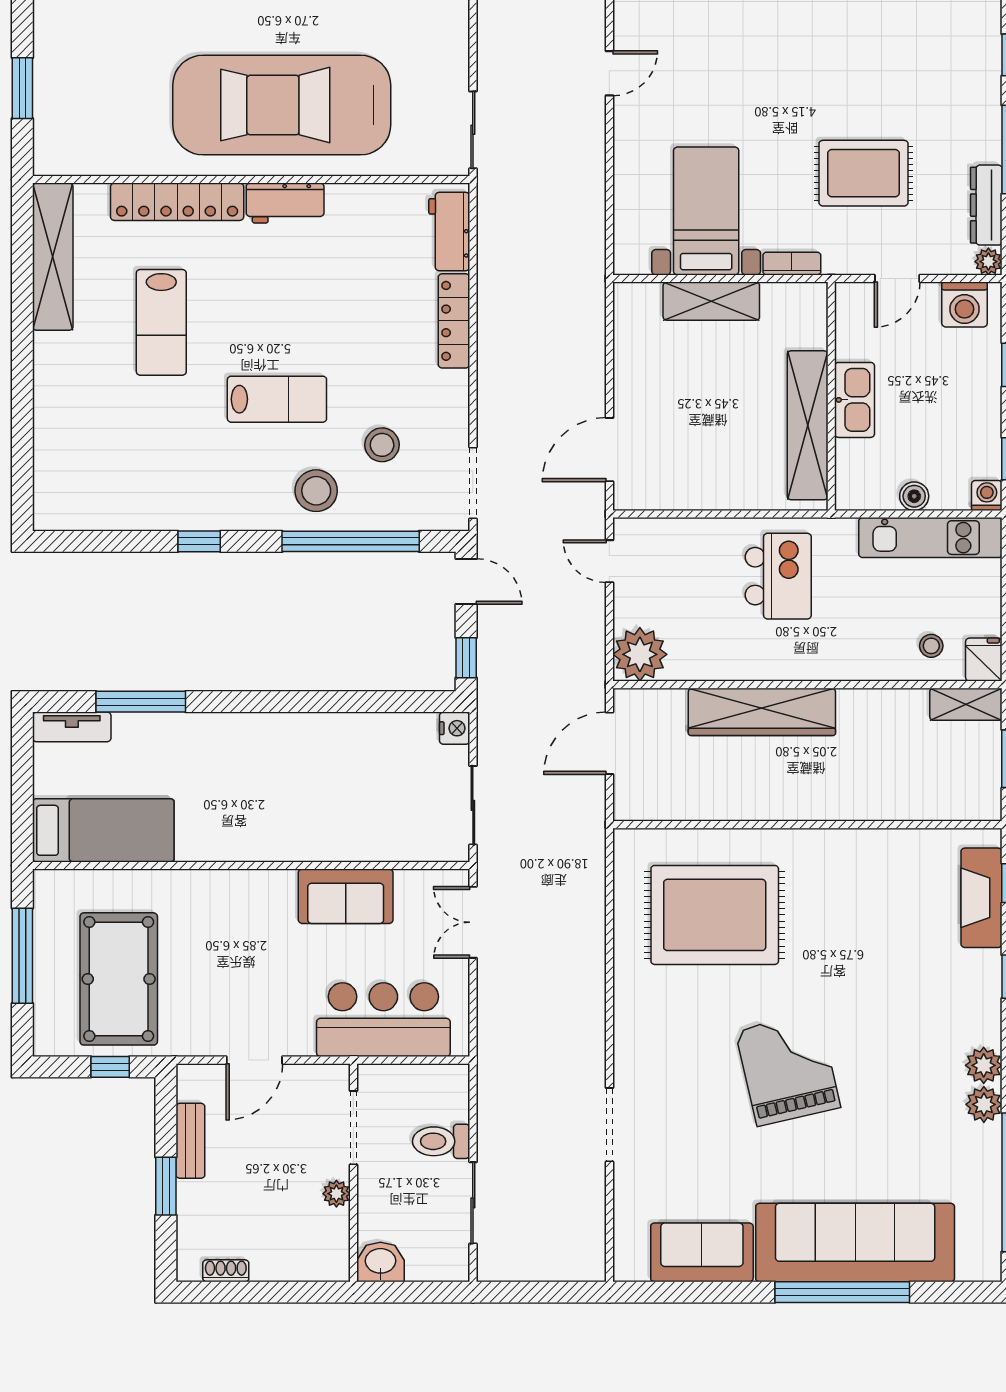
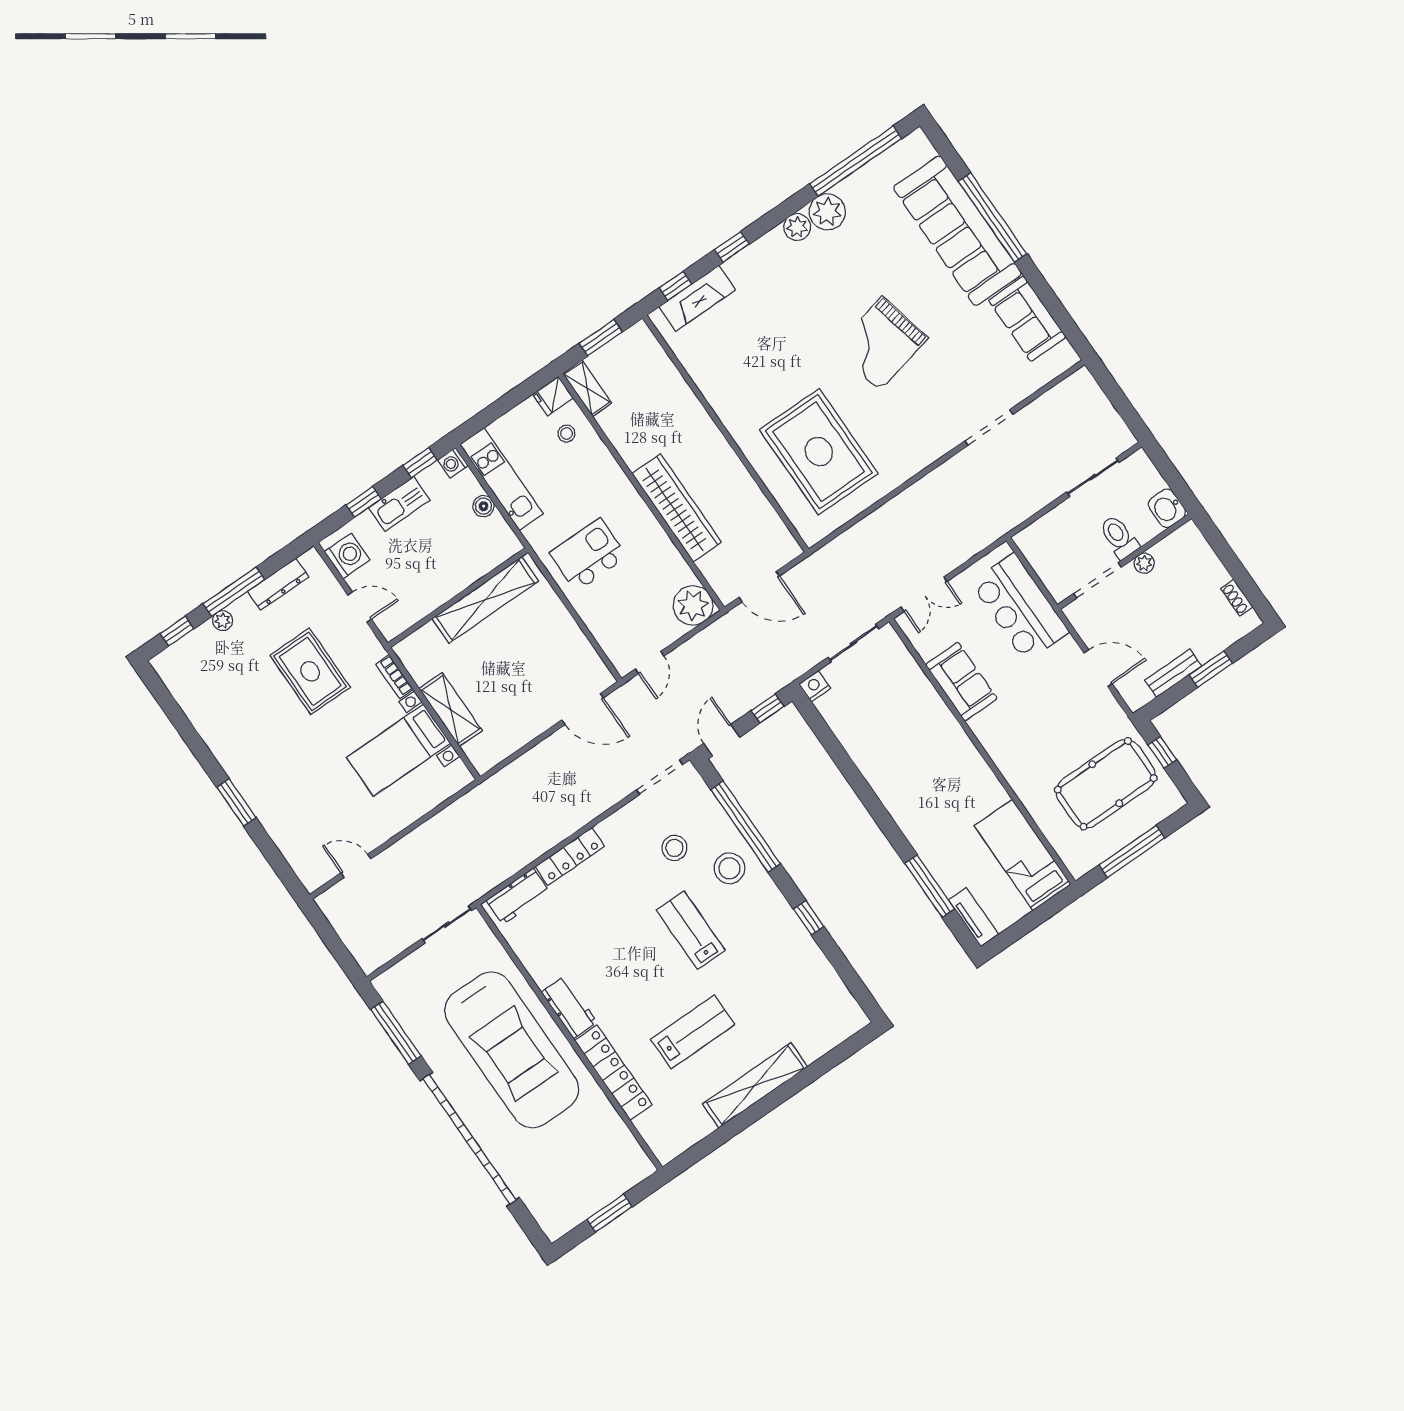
shelving: (53, 257) -> (755, 1085), moved
plant: (988, 262) -> (223, 621), moved
kitchen sink: (855, 400) -> (399, 504), moved, turned 180
plant: (984, 1104) -> (827, 212), width x1.36, depth x1.36
toilet: (441, 1141) -> (1119, 537), moved, turned 180

